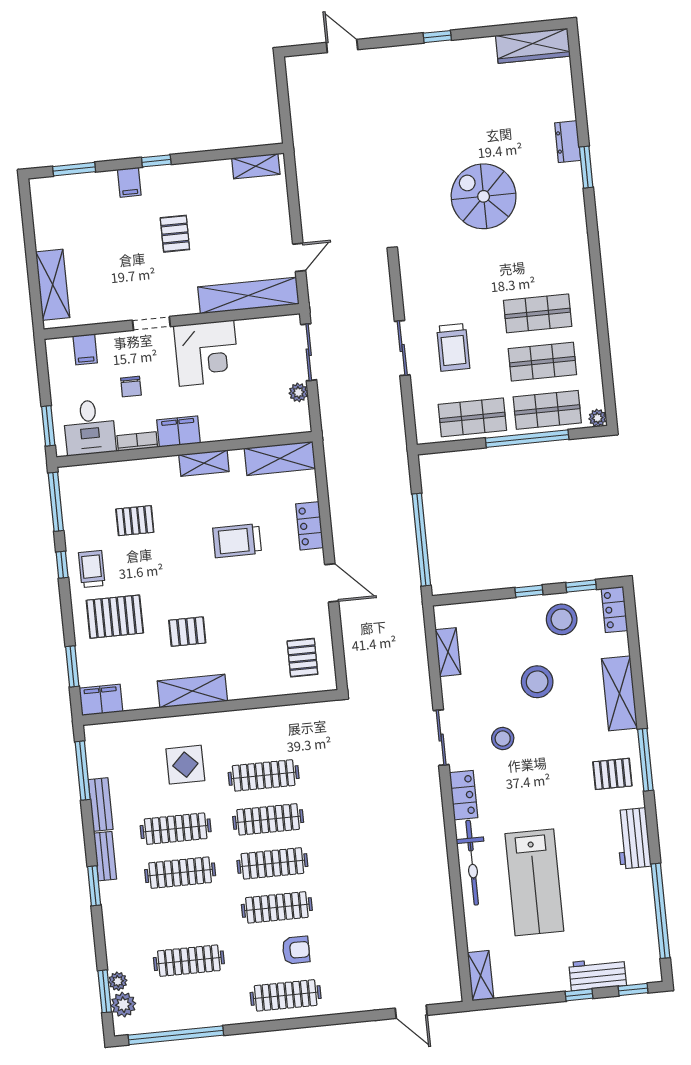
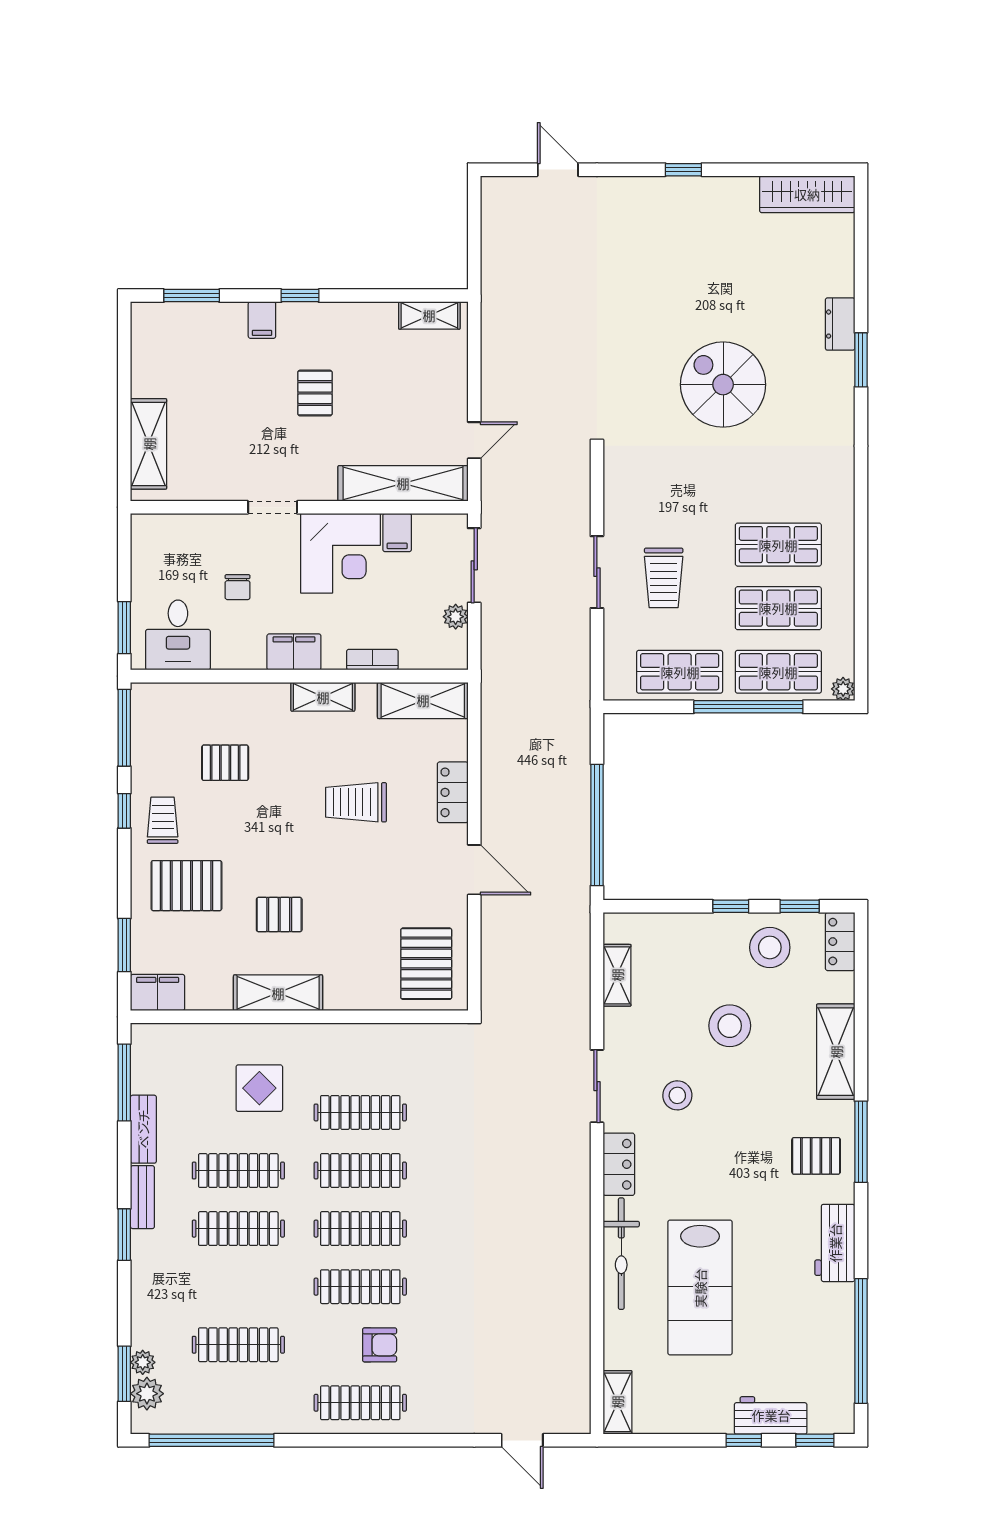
filing cabinet: (85, 349) -> (397, 533), moved
bookcase: (137, 441) -> (372, 660), moved
pallet: (302, 658) -> (426, 964), width x1.50, depth x1.42

